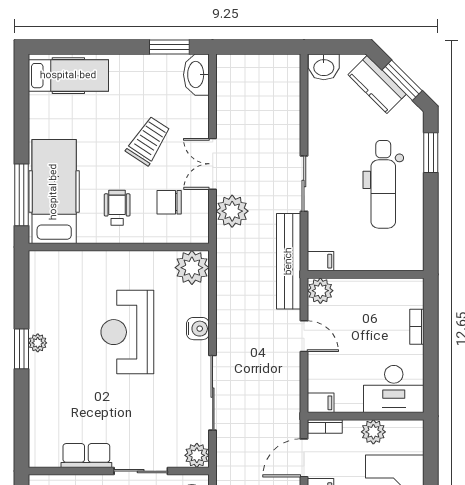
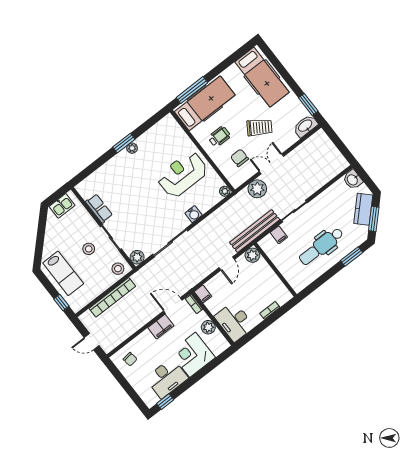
hospital bed: (68, 76) -> (262, 77), width x1.37, depth x1.29
filing cabinet: (321, 261) -> (279, 235), moved
plant: (192, 268) -> (225, 191), width x0.53, depth x0.53
reception desk: (127, 332) -> (182, 174), moved

